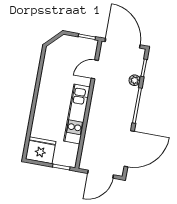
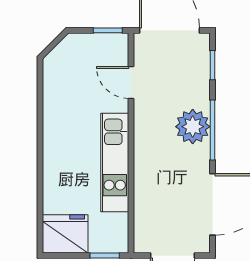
door: (95, 69) -> (131, 83), hinge flipped
plant: (135, 80) -> (193, 127), moved, width x1.88, depth x1.88

